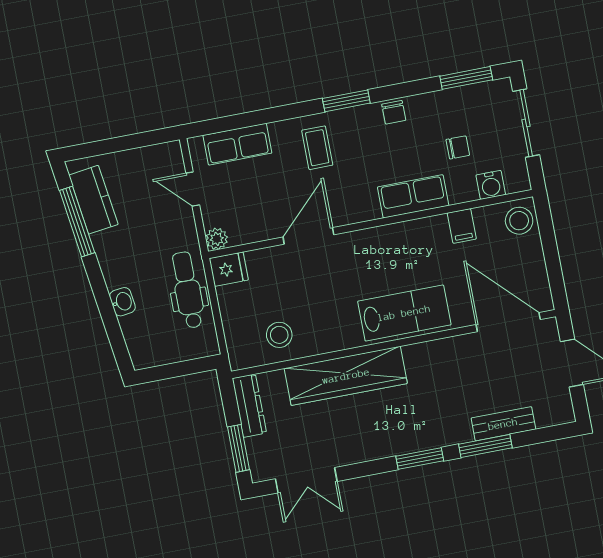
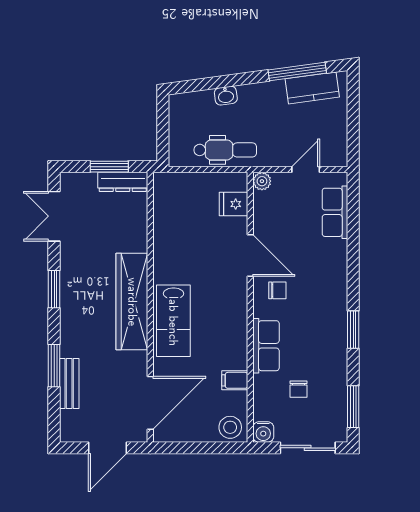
window: (346, 101) -> (353, 330), moved
chair: (394, 112) -> (277, 290), moved, turned 180
coffee table: (317, 148) -> (320, 276), removed
water cooler: (491, 185) -> (263, 432), moved, turned -90
fridge: (229, 269) -> (233, 204), moved, turned 90
stool: (279, 335) -> (175, 217), removed
wardrobe: (346, 376) -> (132, 302), moved
window: (239, 448) -> (109, 167), moved
window: (420, 459) -> (54, 289), moved

